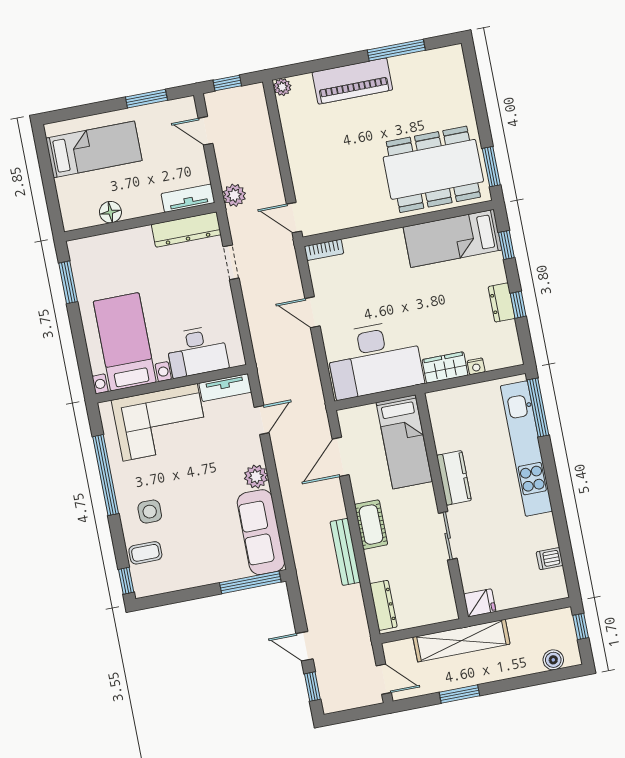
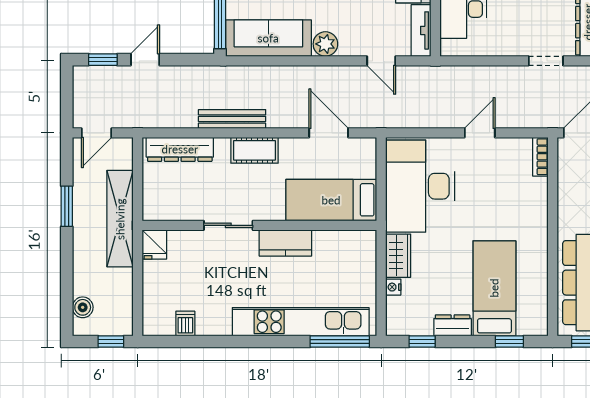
bed: (452, 238) -> (494, 288), moved
window: (518, 305) -> (422, 341), moved
dresser: (383, 605) -> (180, 149), width x1.37, depth x1.24

